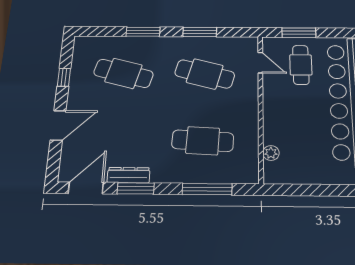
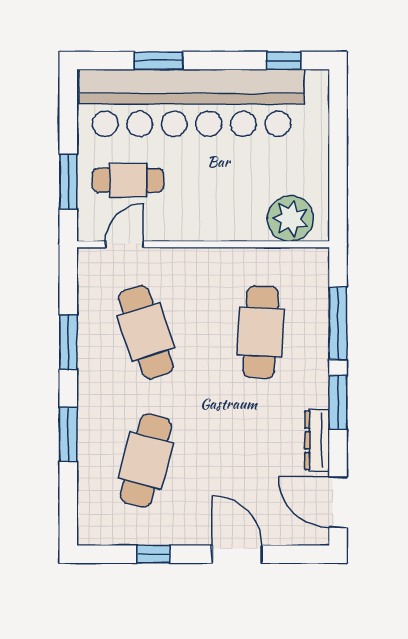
cafe table: (205, 74) -> (146, 332), turned -33
plant: (271, 153) -> (290, 219), width x1.87, depth x1.87
window: (136, 188) -> (338, 402), moved

